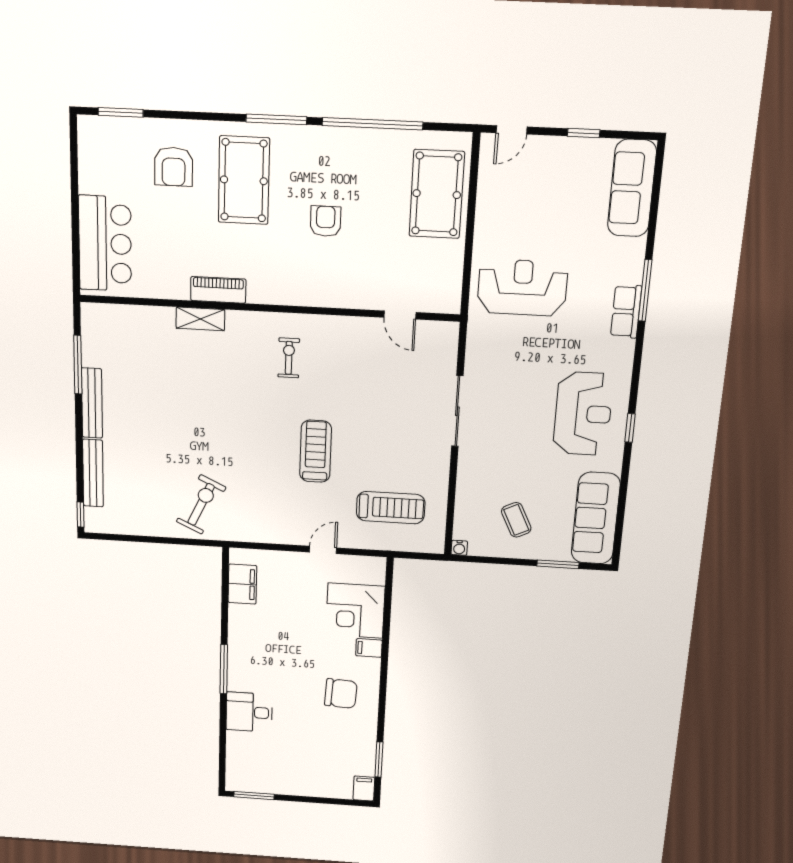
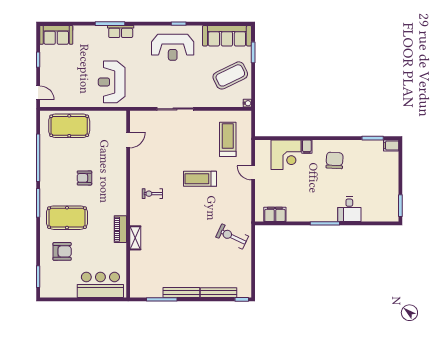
sofa: (632, 188) -> (56, 35), width x0.73
reception desk: (583, 414) -> (173, 47), turned 180
coffee table: (516, 520) -> (230, 75), width x1.86, depth x1.72

